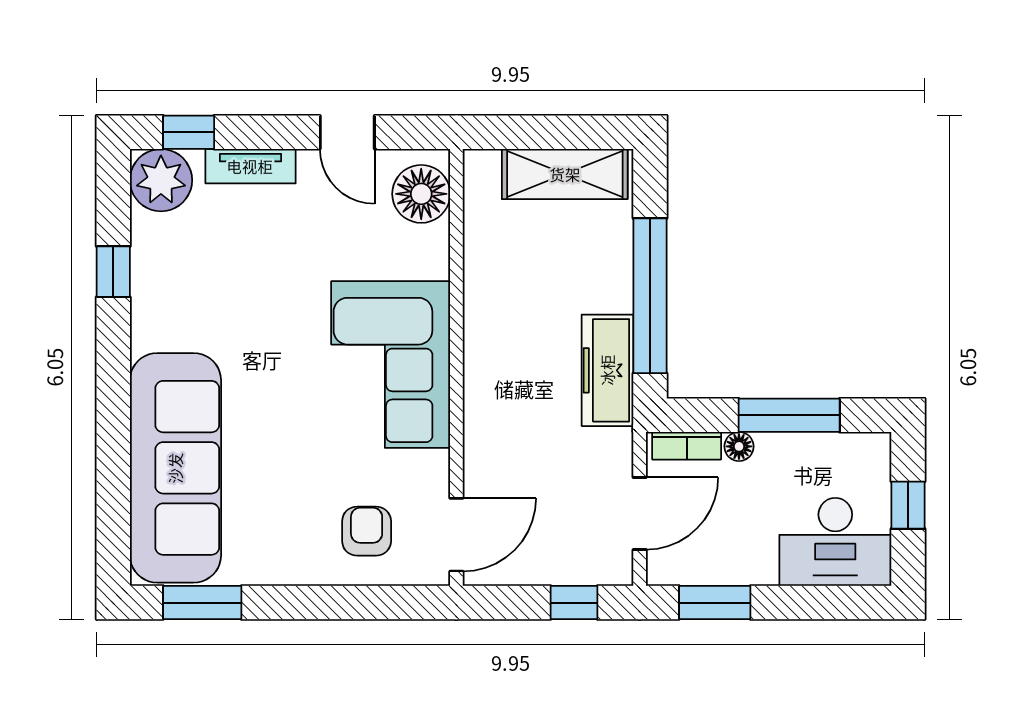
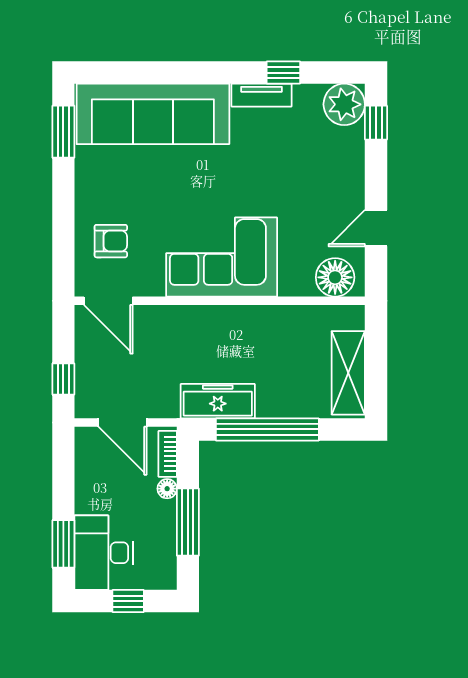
tv unit: (250, 166) -> (262, 95), moved, turned -90
window: (715, 603) -> (63, 544), moved

